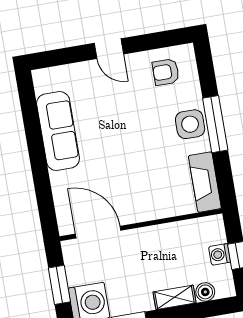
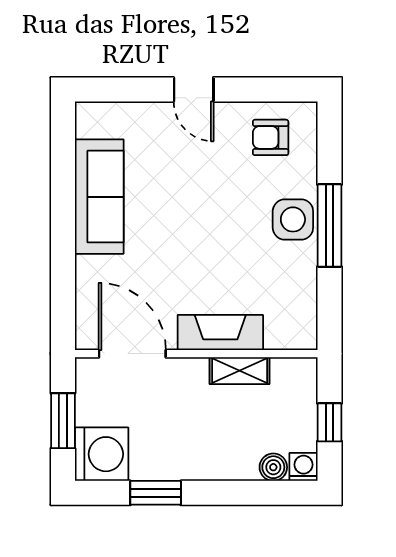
fireplace: (205, 182) -> (220, 332), moved, turned 90
washing machine: (220, 254) -> (304, 467), moved, turned 90
shelving: (175, 297) -> (240, 371), moved

